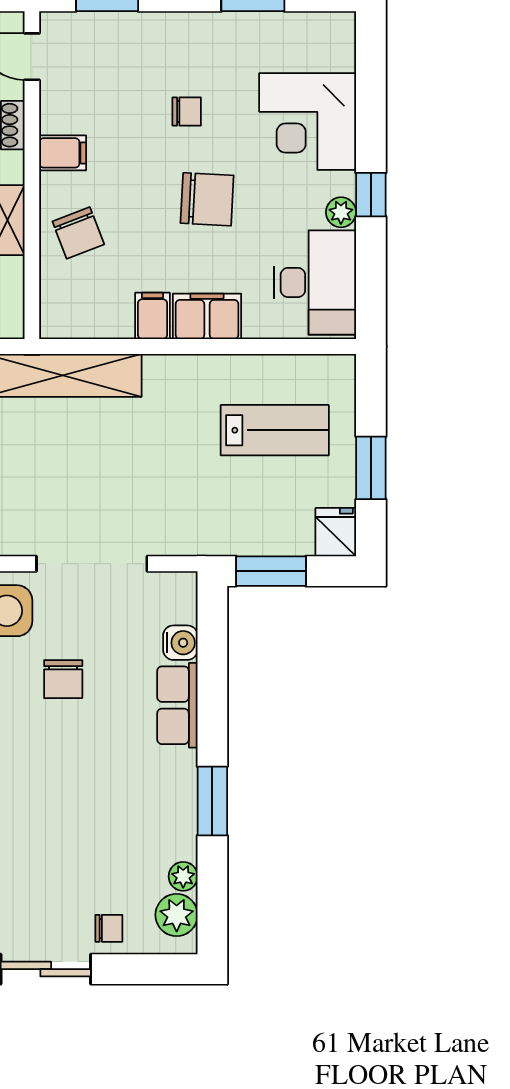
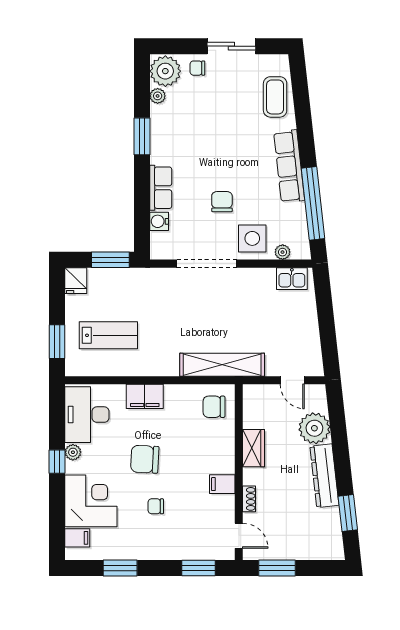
chair: (78, 233) -> (214, 407), moved, turned -69
filing cabinet: (152, 316) -> (77, 538), moved, turned -90
lab bench: (275, 430) -> (108, 335), turned 180
window: (371, 468) -> (57, 342), moved
plant: (177, 915) -> (165, 71), width x1.36, depth x1.36

